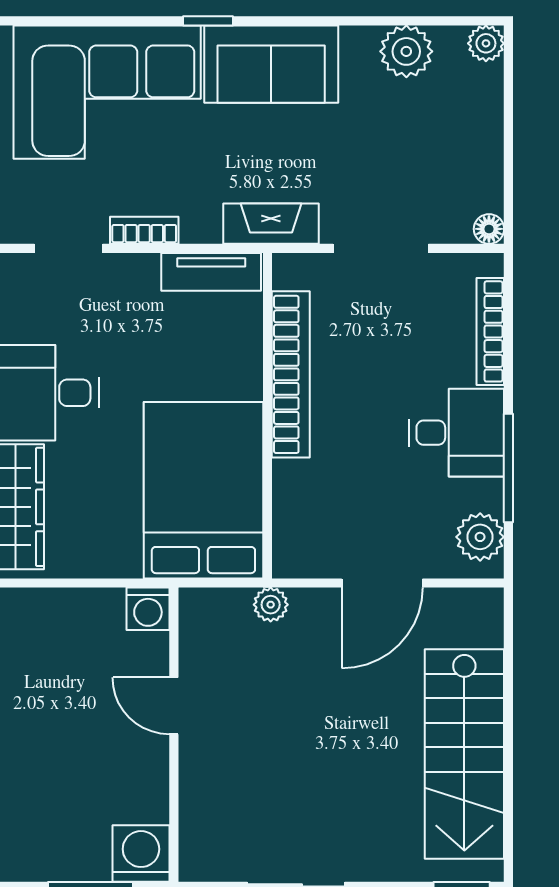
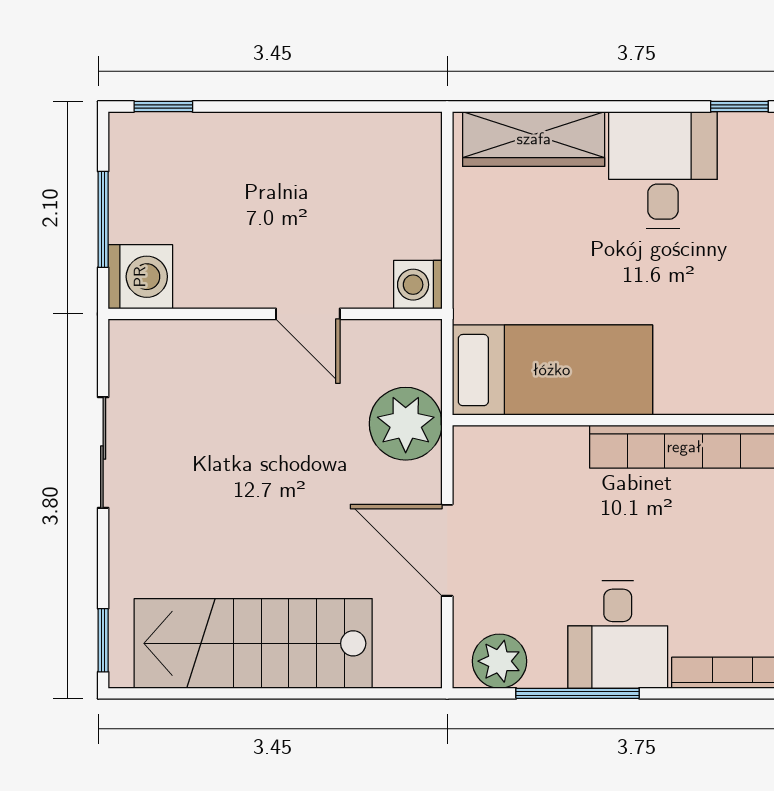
bed: (203, 490) -> (552, 370), width x0.67
plant: (271, 605) -> (406, 424), width x1.87, depth x1.87
door: (174, 706) -> (308, 314), swing flipped

